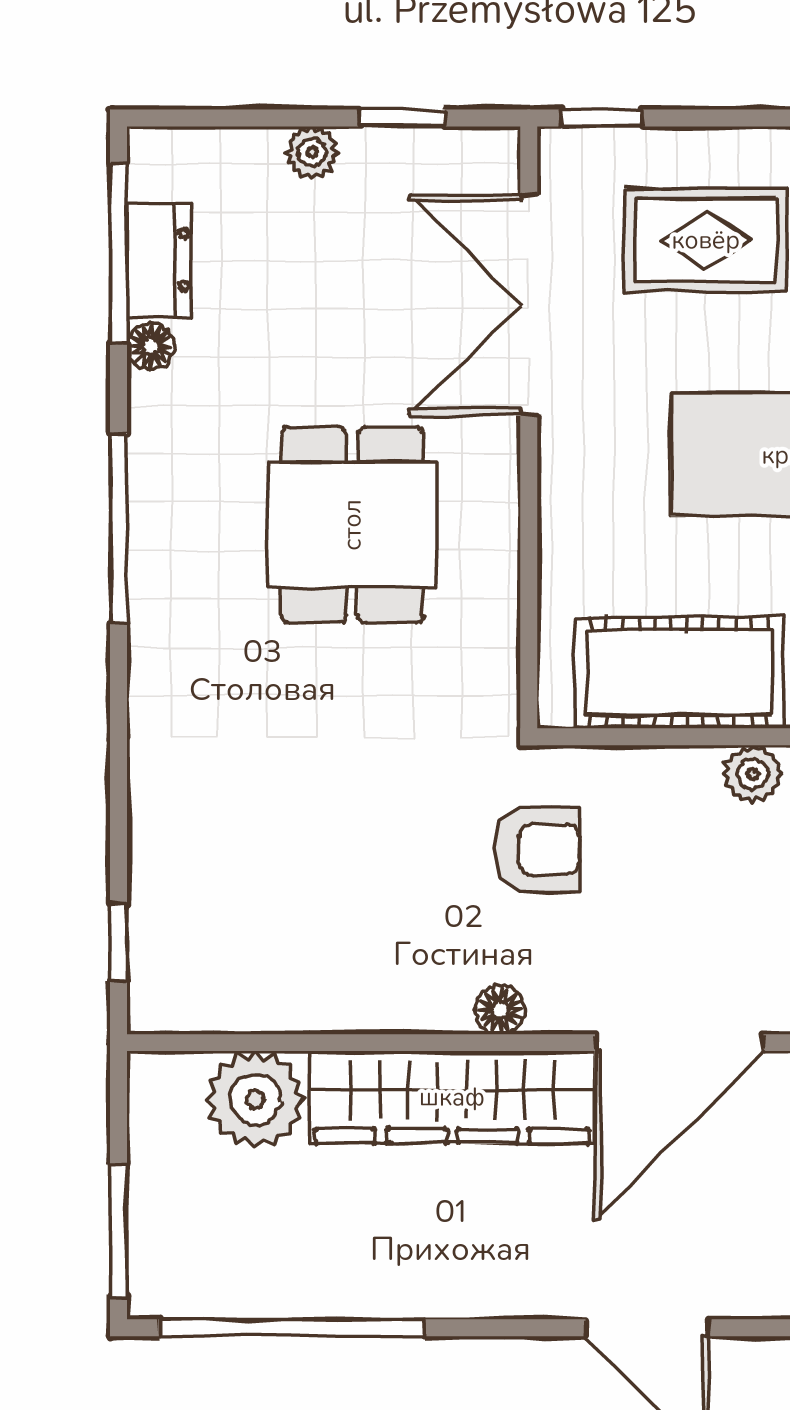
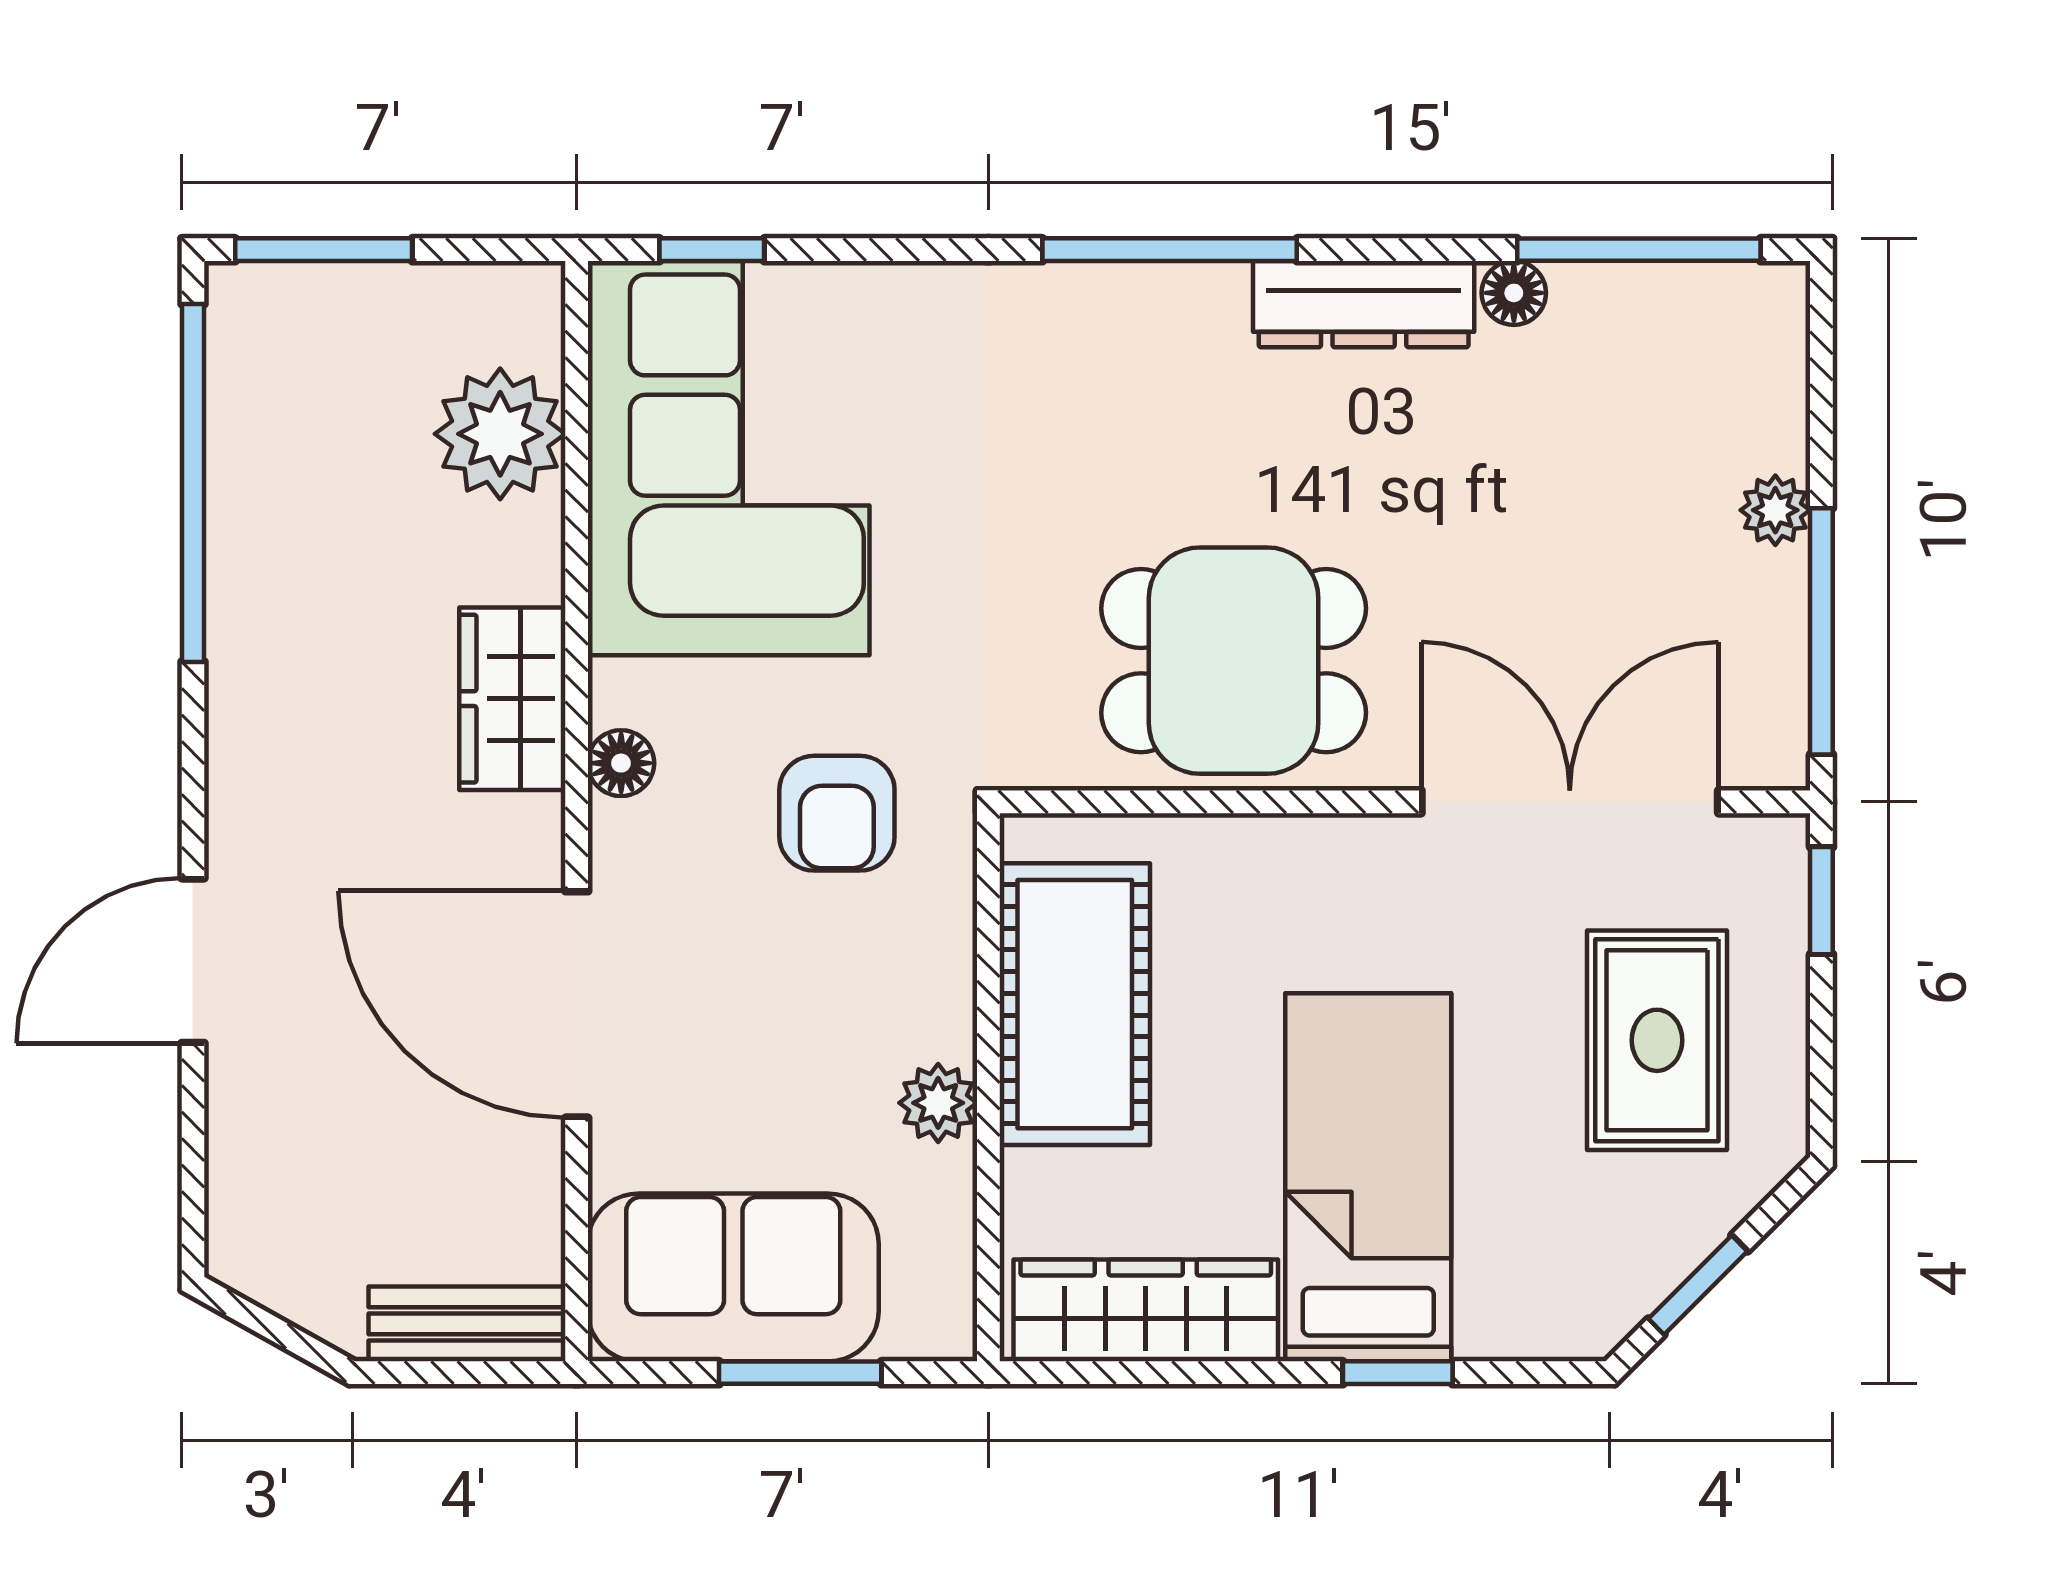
window: (402, 118) -> (1821, 631), width x2.17
dresser: (159, 260) -> (1364, 304), moved, width x1.44
dining table: (352, 525) -> (1234, 661), moved
window: (119, 528) -> (1170, 250), moved
corner sofa: (273, 930) -> (729, 458), added
wardrobe: (452, 1097) -> (512, 699), width x0.48, depth x0.85

